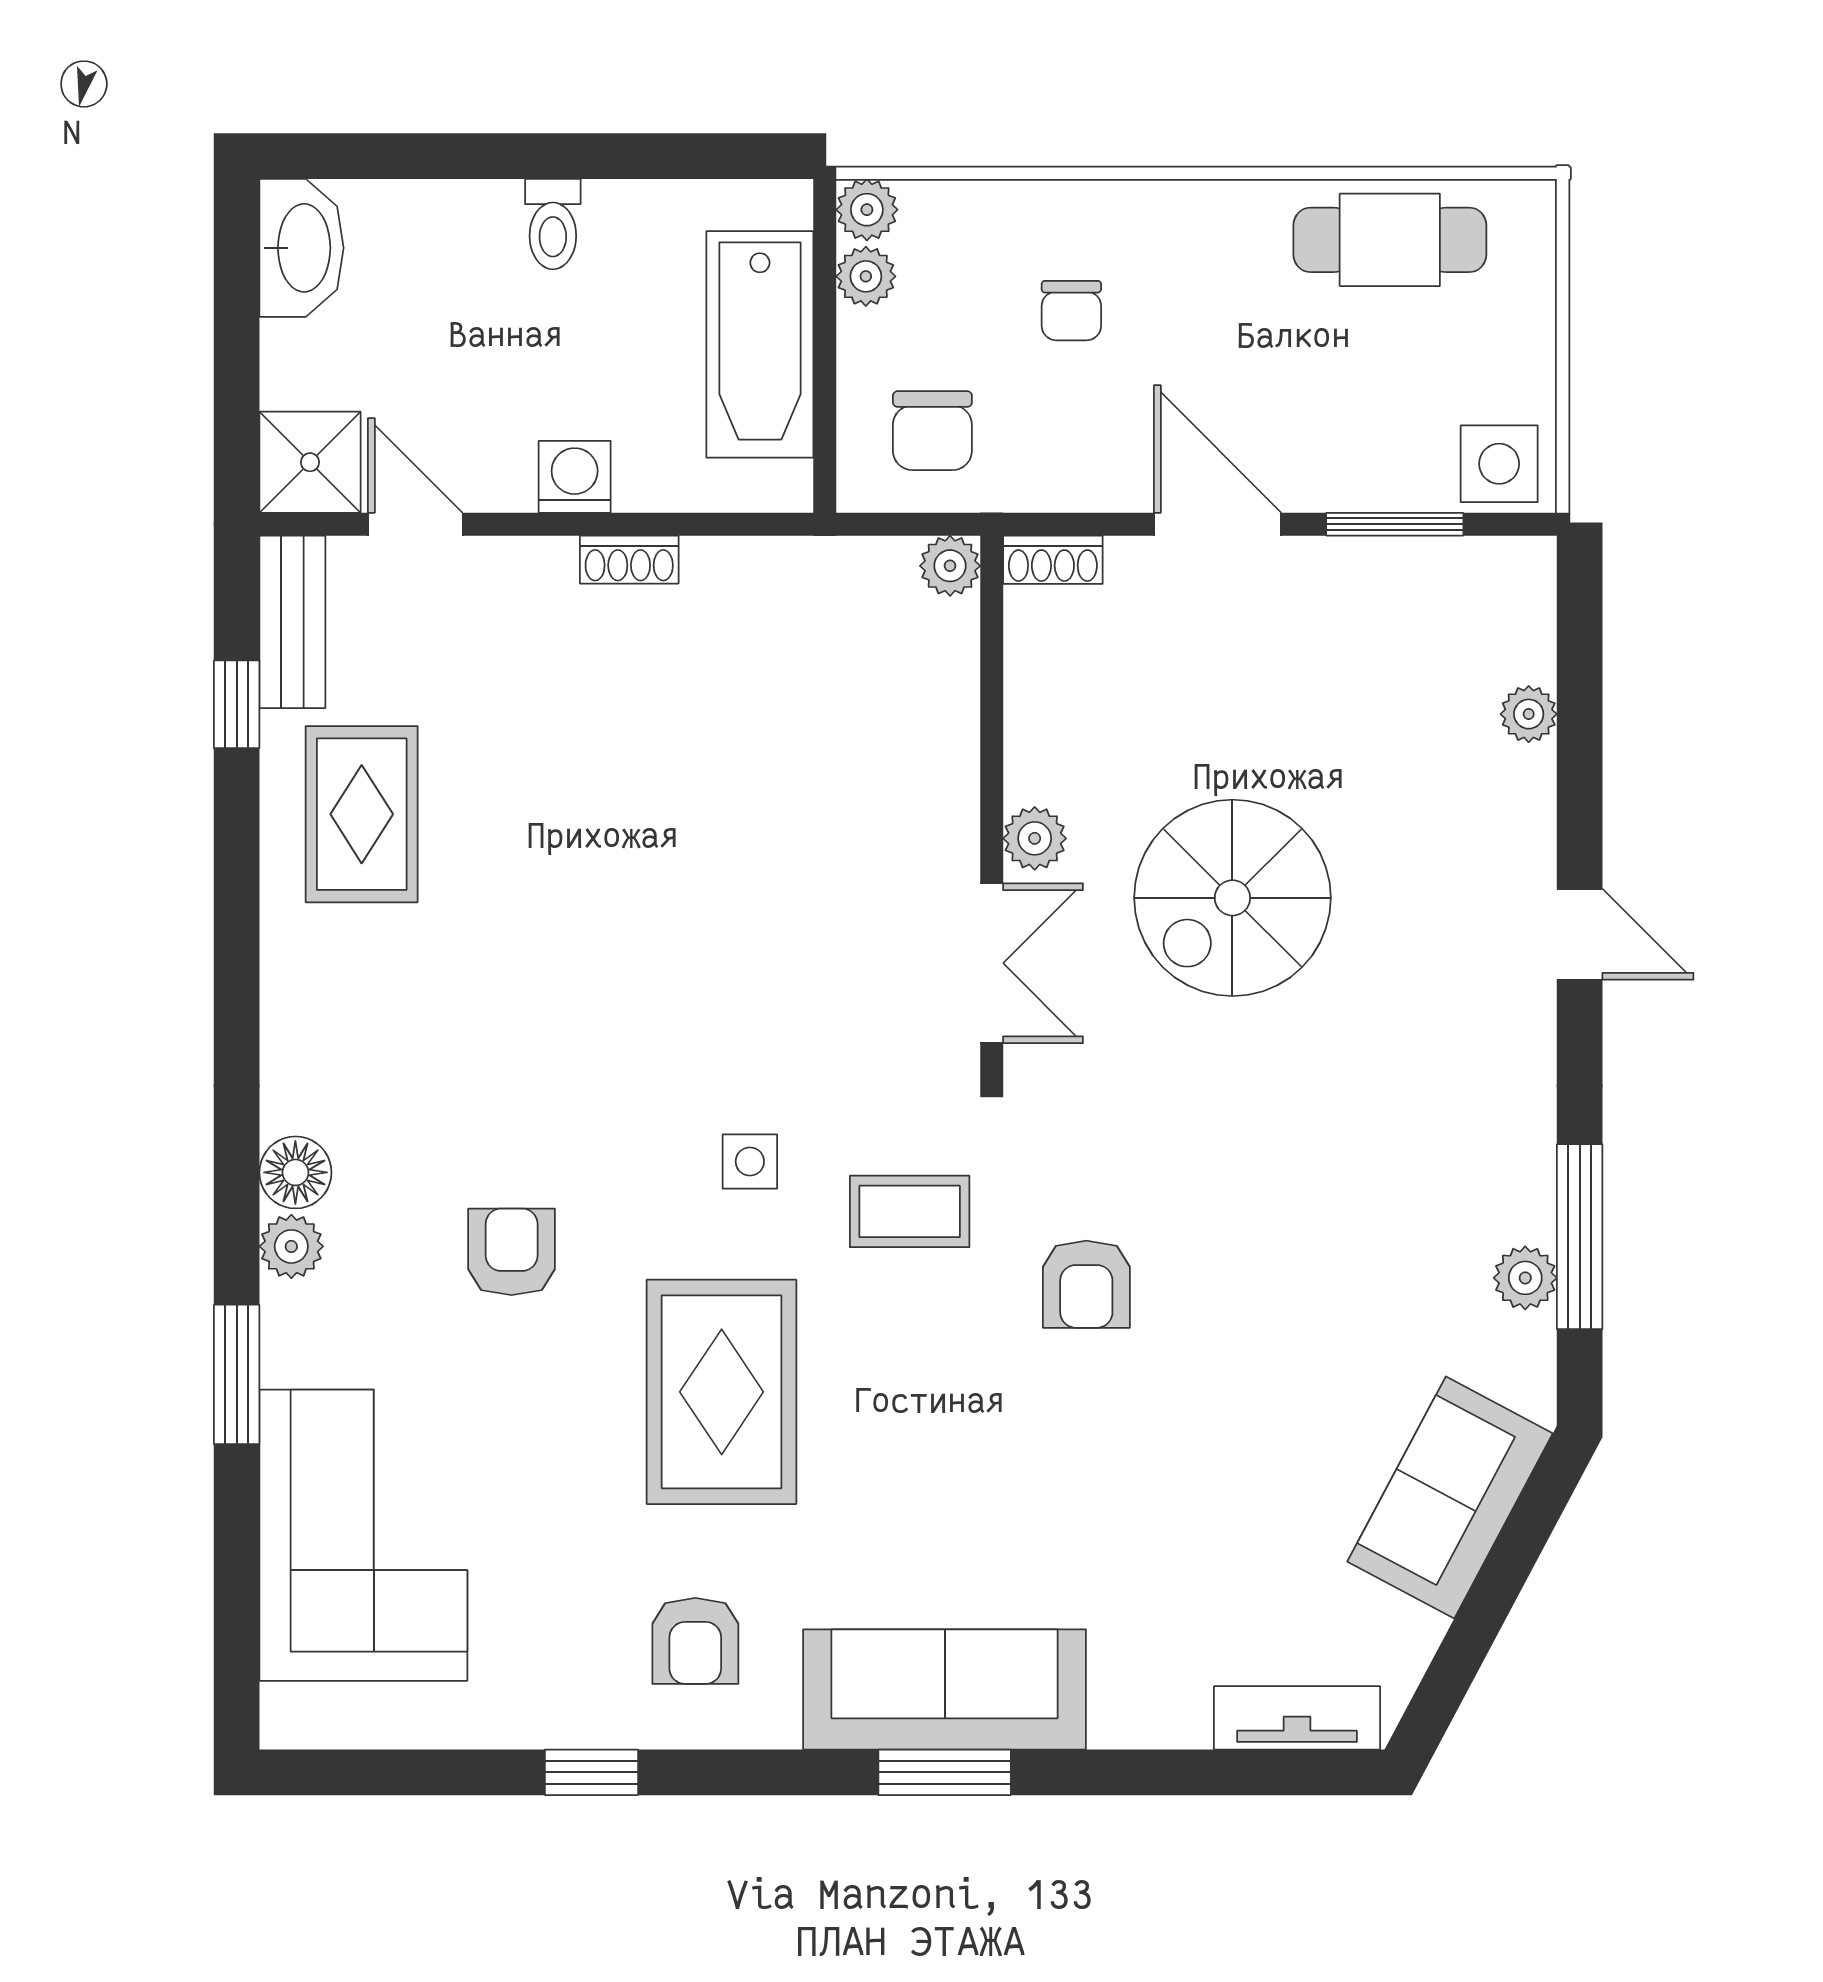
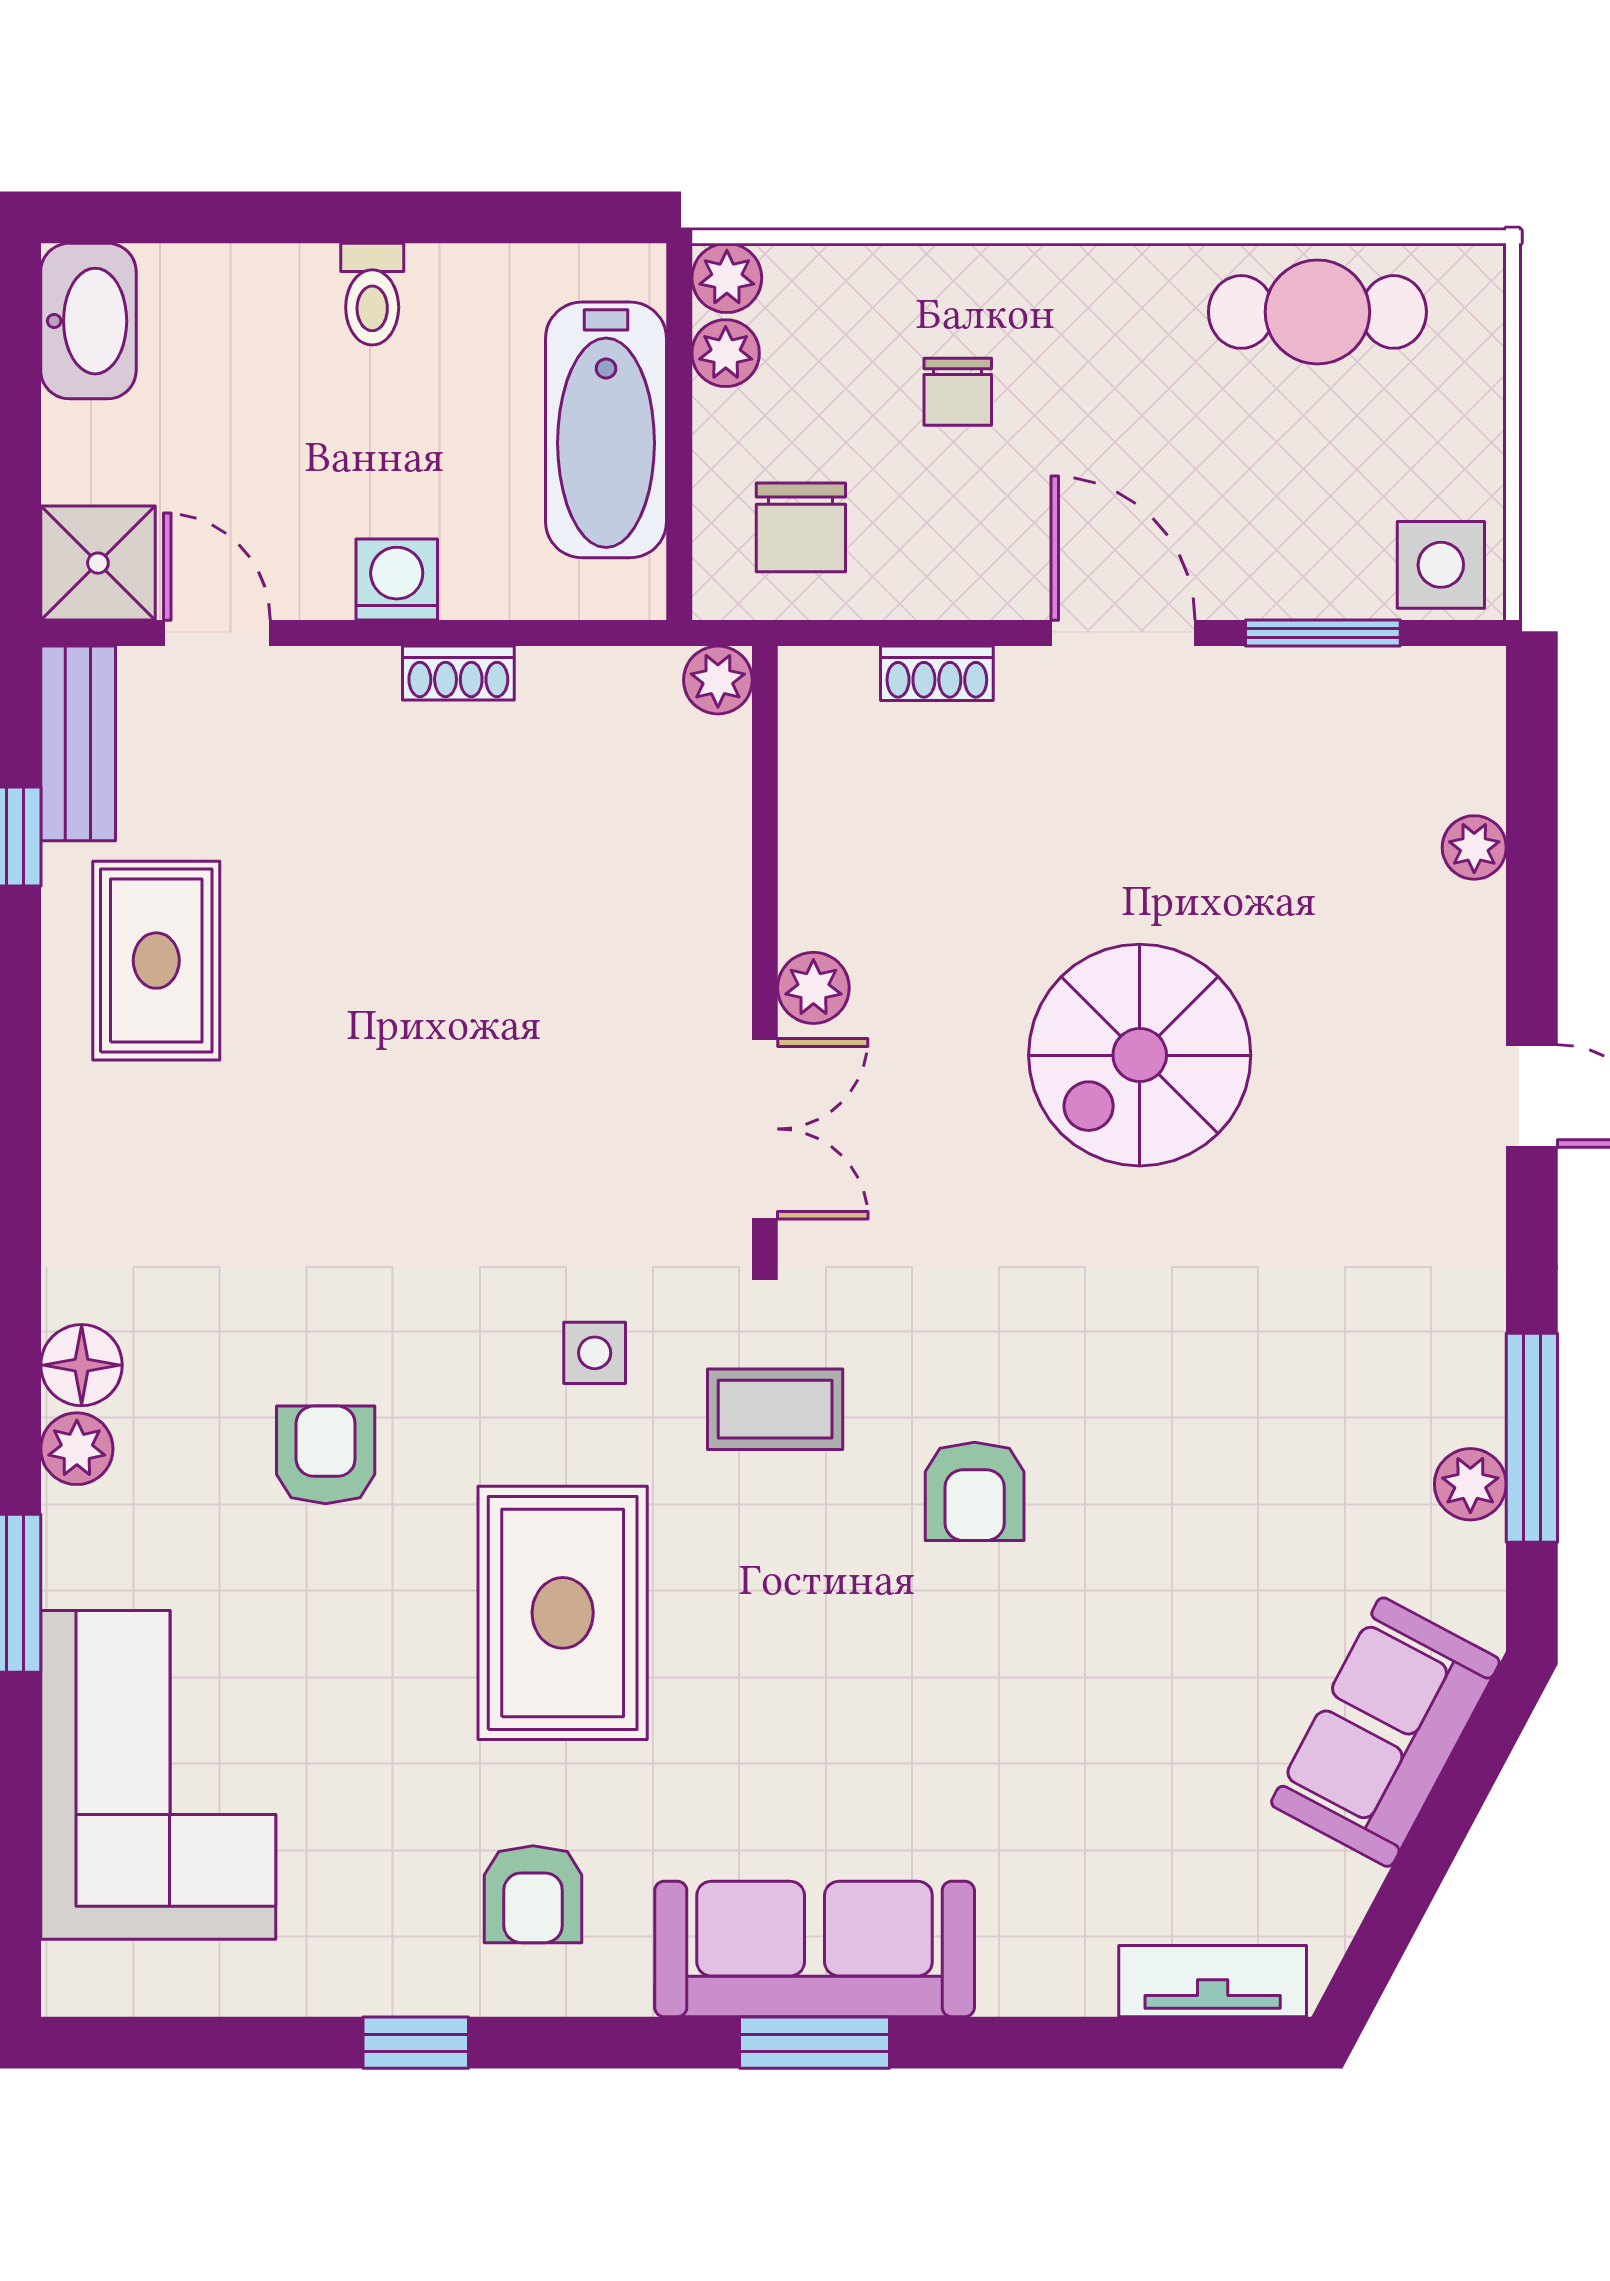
plant: (950, 566) -> (718, 680), moved
wall: (992, 805) -> (765, 950), moved
plant: (1035, 838) -> (813, 988), moved
double door: (992, 963) -> (765, 1129), moved

